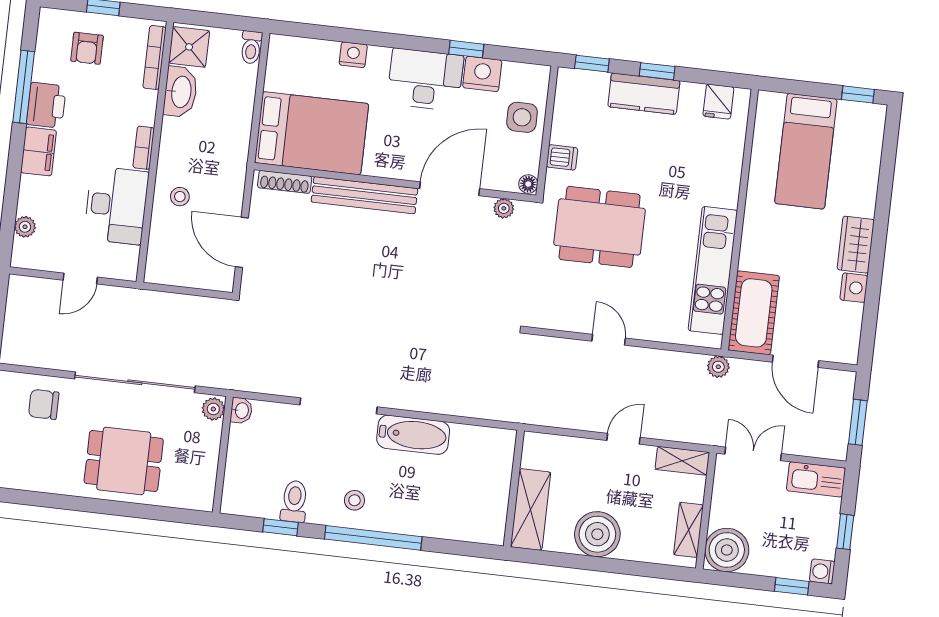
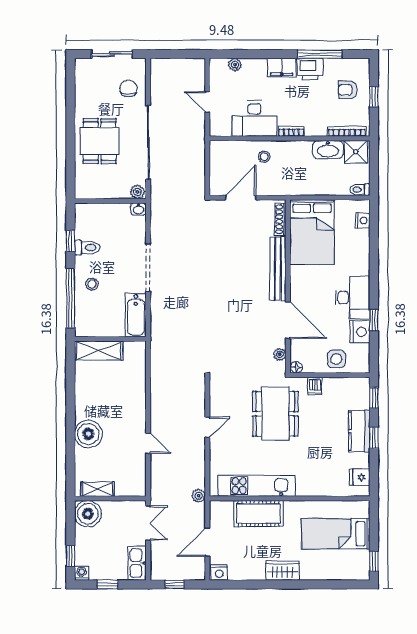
nightstand: (353, 55) -> (363, 220), moved
nightstand: (854, 288) -> (219, 573), moved
cot: (754, 313) -> (258, 513), moved
window: (858, 422) -> (175, 584), width x0.67
shelving: (682, 461) -> (139, 480), removed
wall: (514, 488) -> (110, 339), moved
shelving: (531, 509) -> (99, 351), moved

